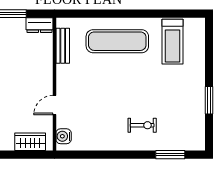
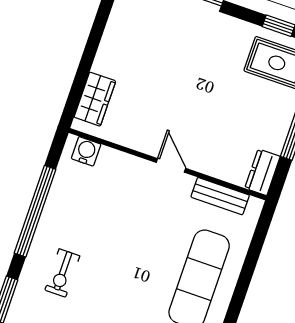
door: (54, 105) -> (171, 165), moved
window: (110, 155) -> (35, 211), added

